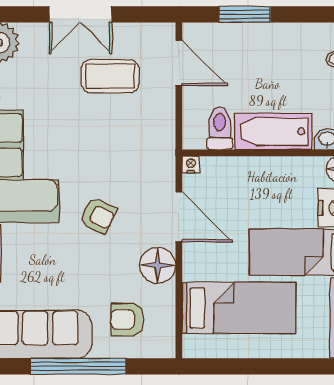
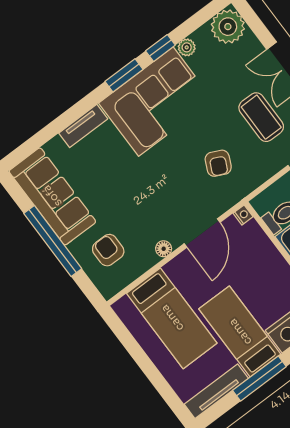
armchair: (98, 216) -> (218, 163), moved
floor lamp: (158, 265) -> (164, 249), width x0.53, depth x0.53

